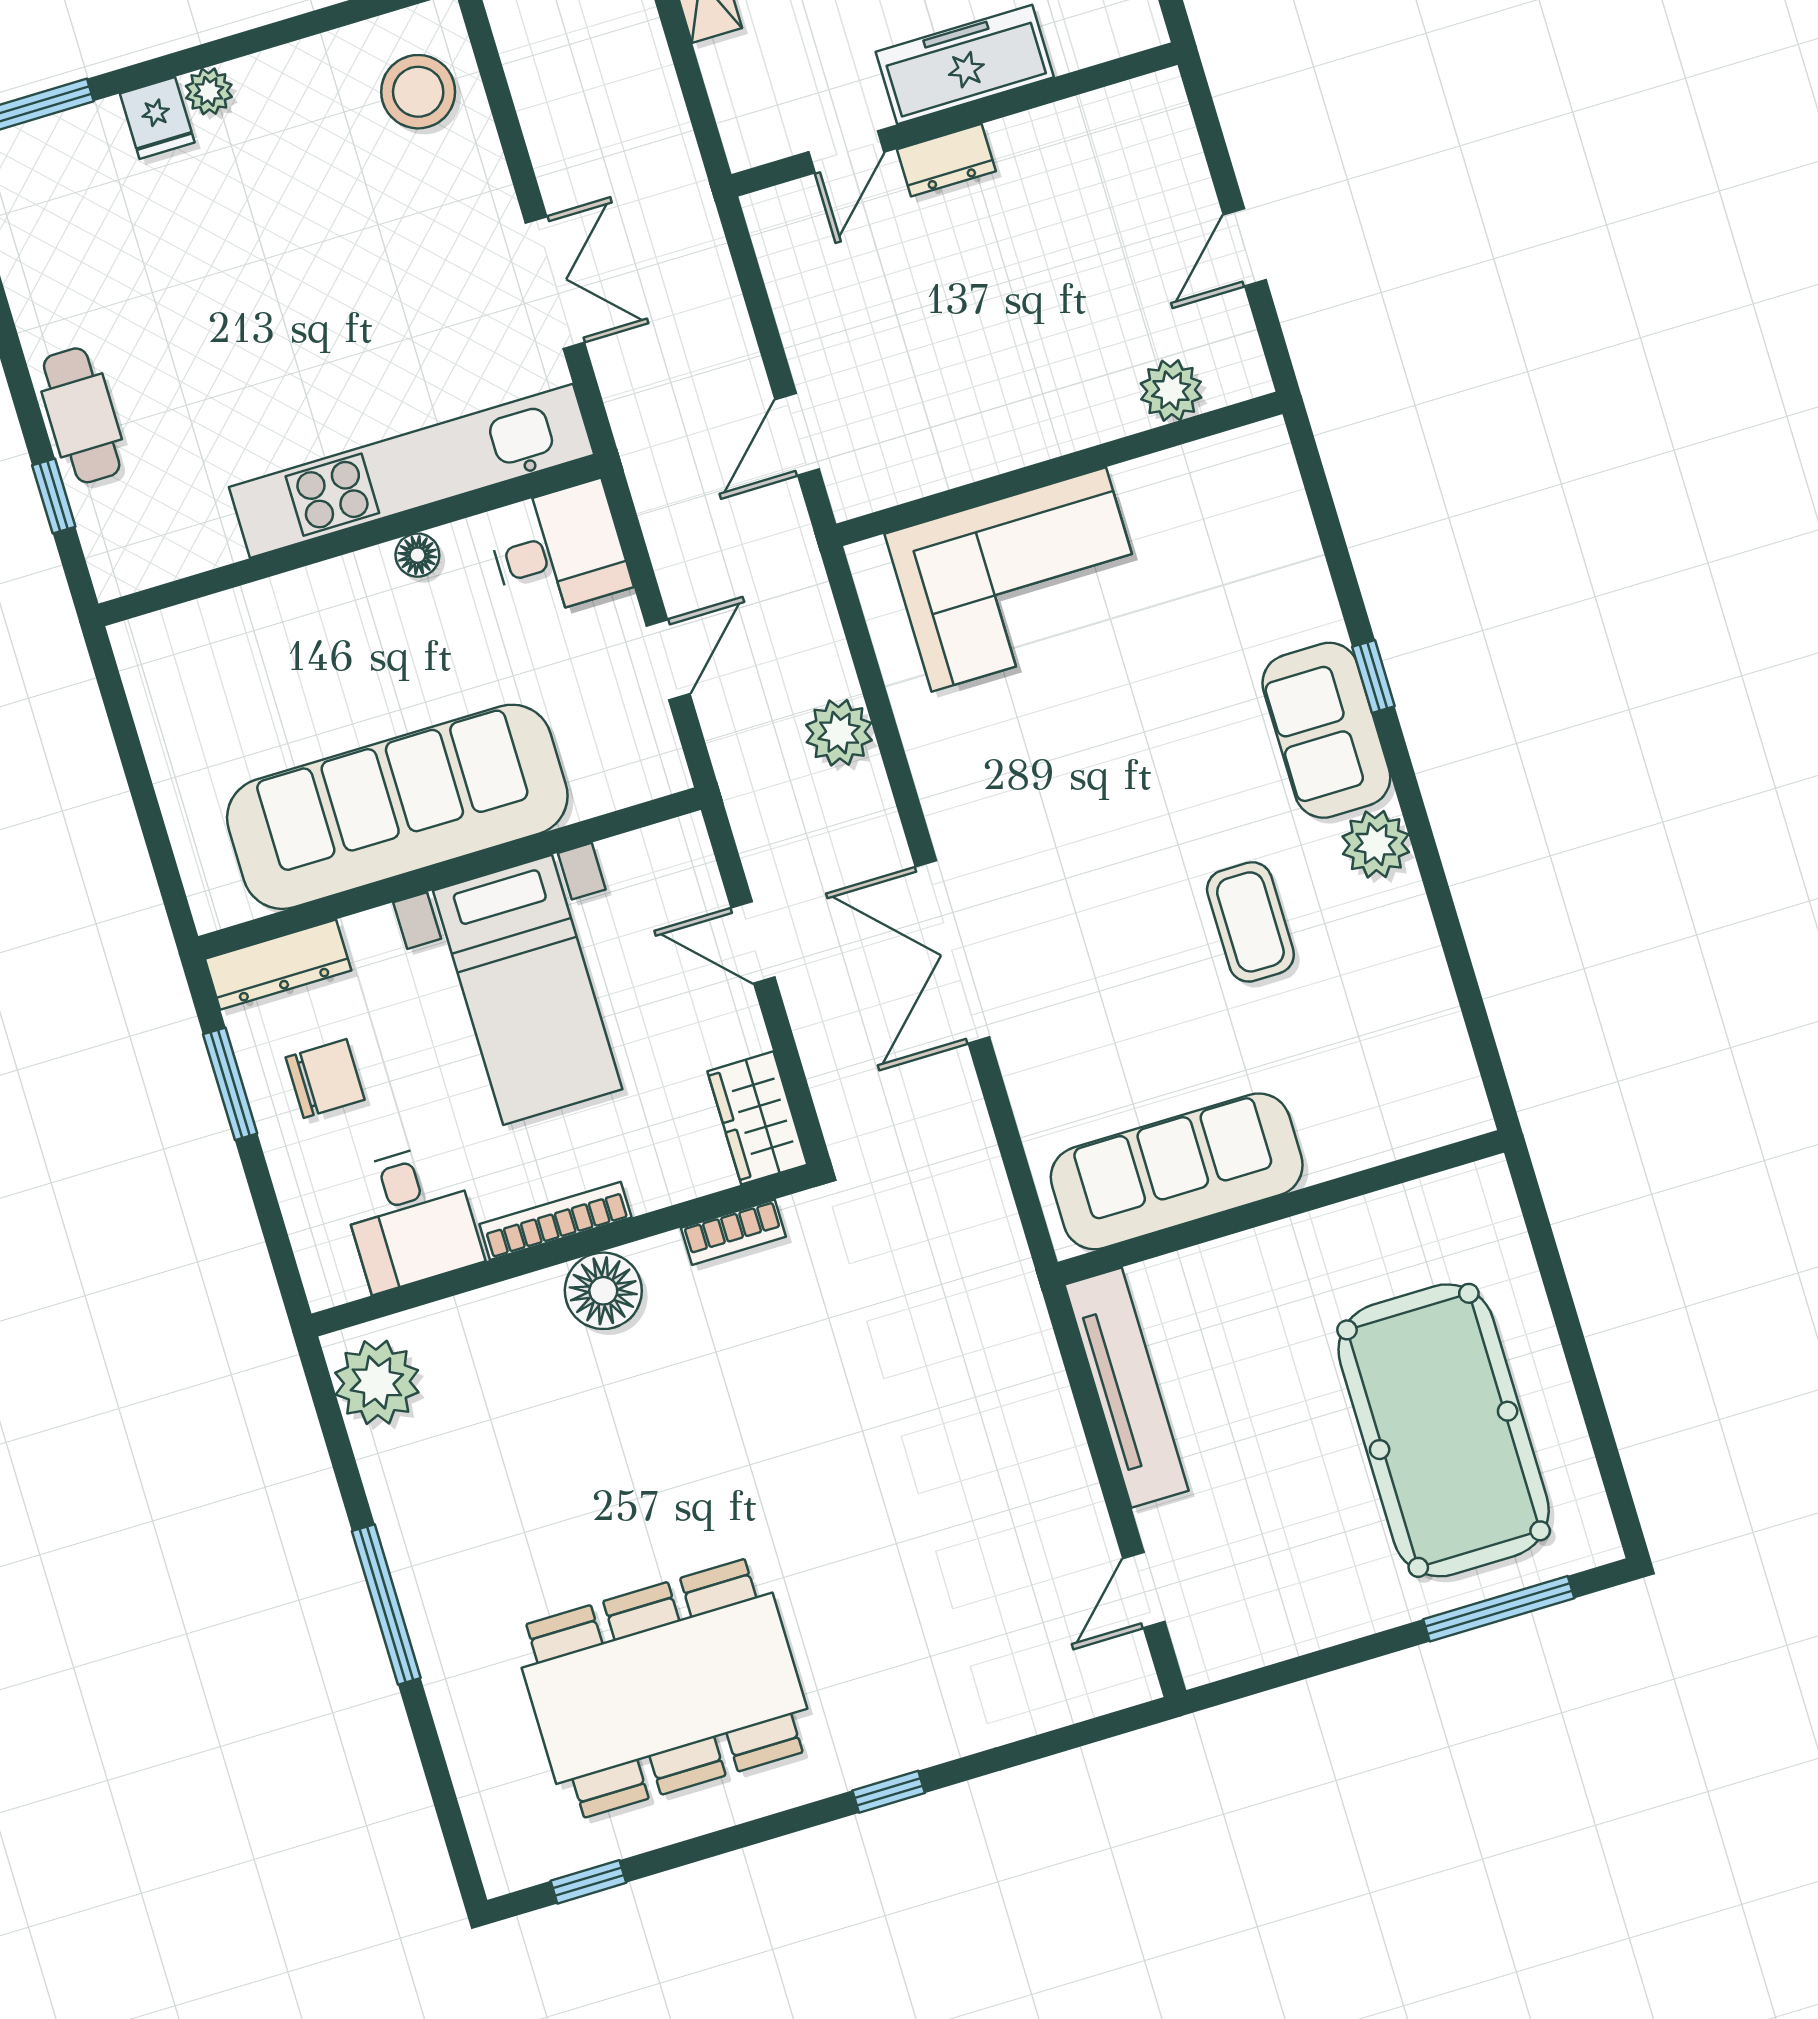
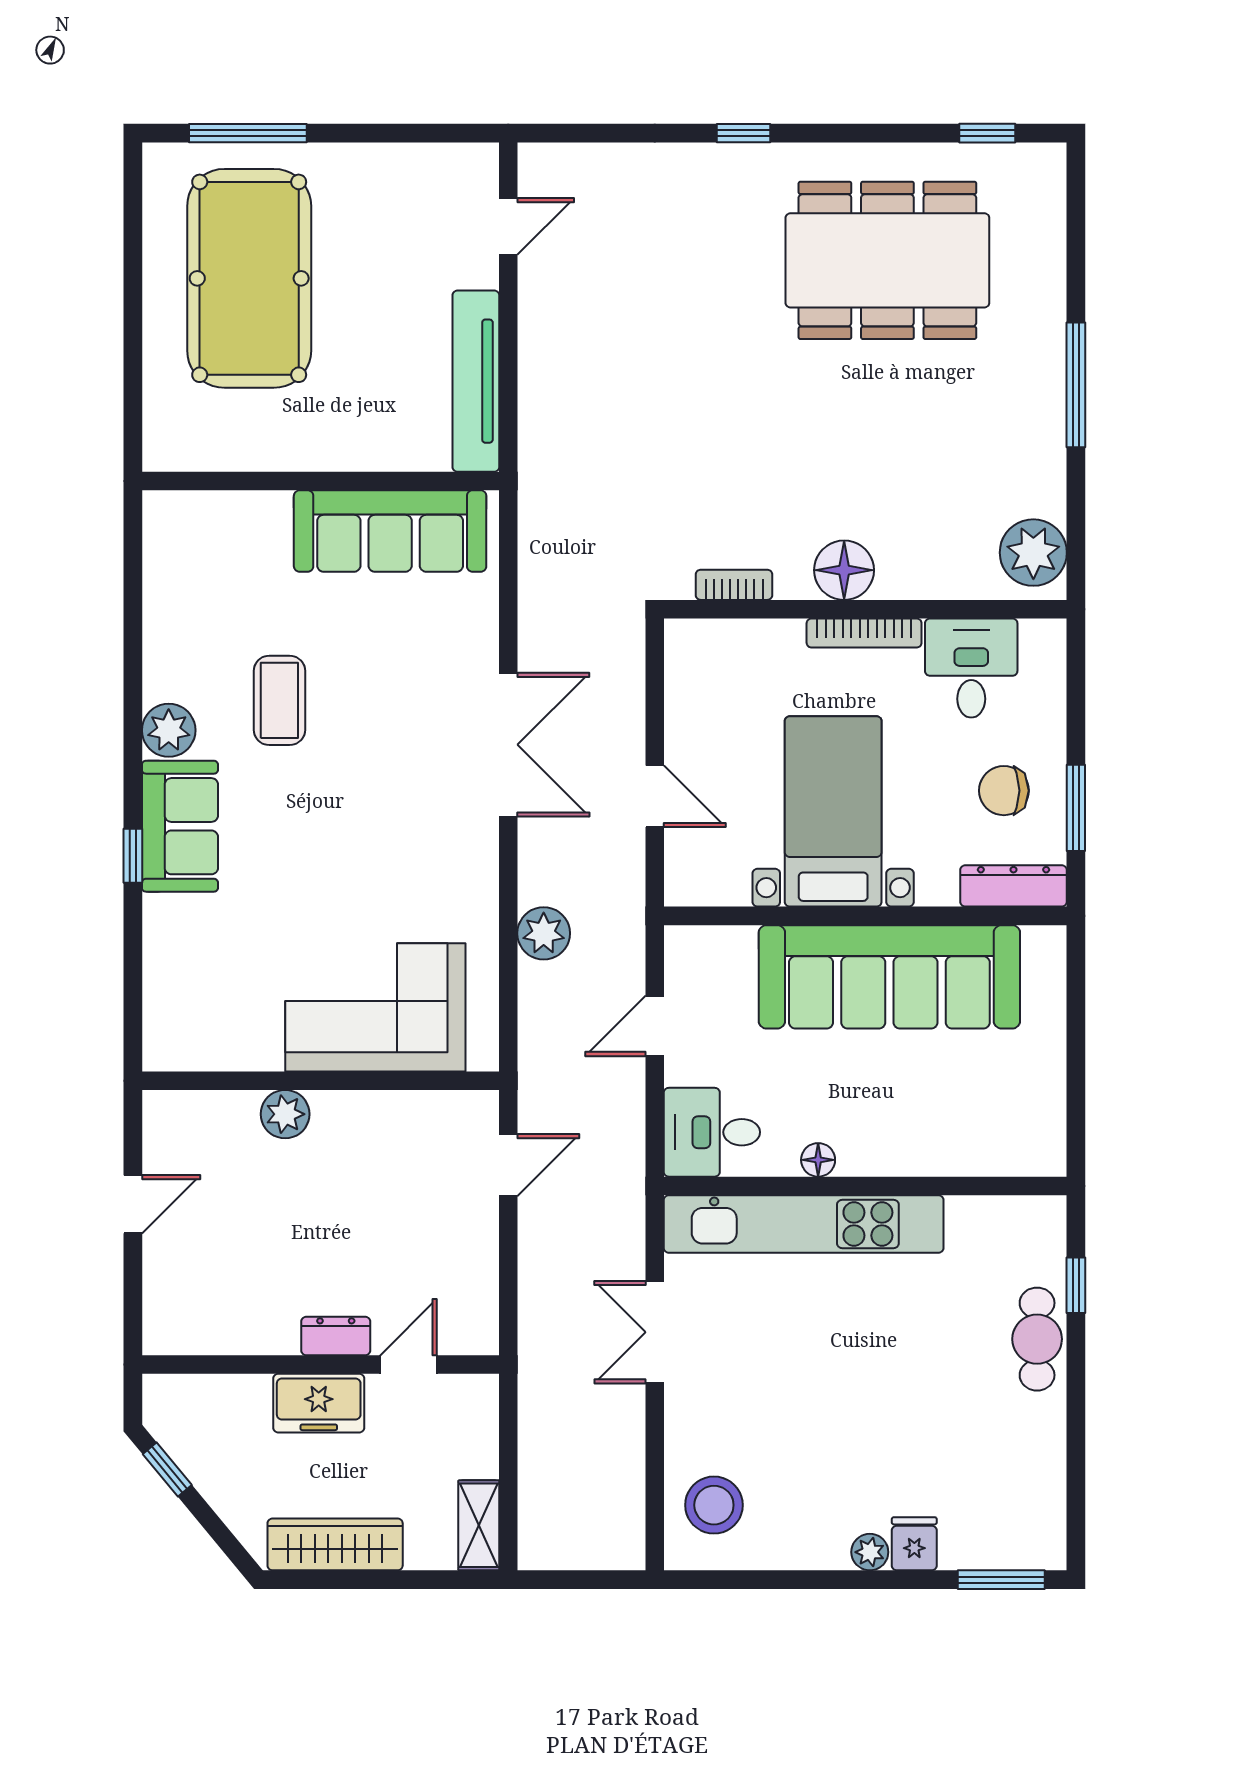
freezer: (965, 64) -> (319, 1403), width x0.71
plant: (1171, 390) -> (285, 1114), moved
wardrobe: (757, 1118) -> (691, 665), removed

